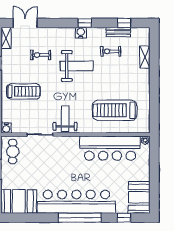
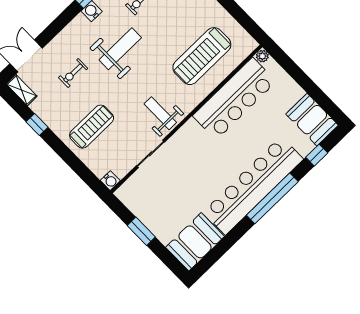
cafe table: (13, 152) -> (140, 198), removed

